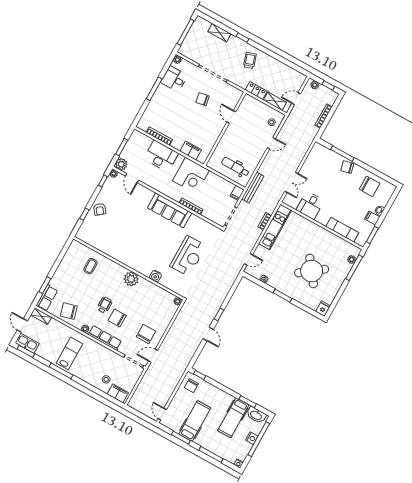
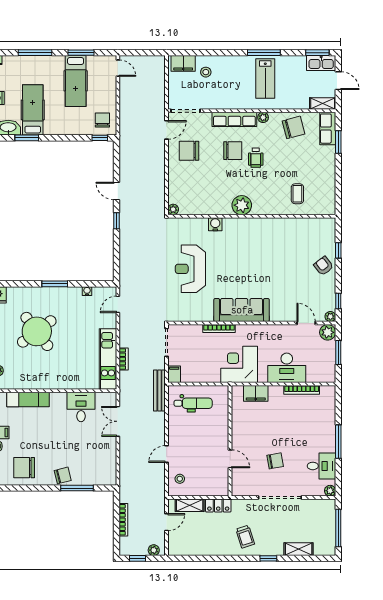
chair: (146, 334) -> (189, 151), turned 90

